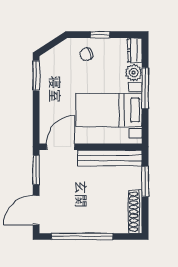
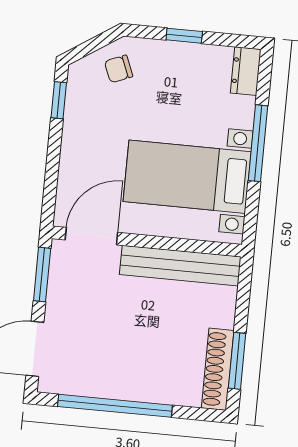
chair: (86, 54) -> (119, 69), moved
plant: (134, 73) -> (240, 112), removed
window: (36, 76) -> (59, 100), width x0.67
window: (145, 182) -> (237, 361), moved

